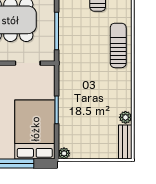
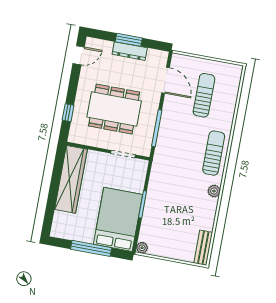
plant: (125, 117) -> (214, 191), moved

